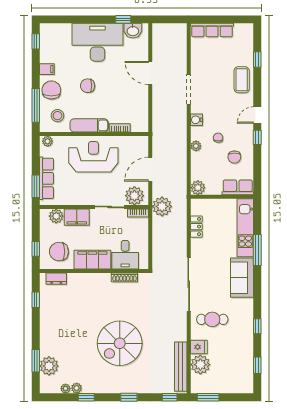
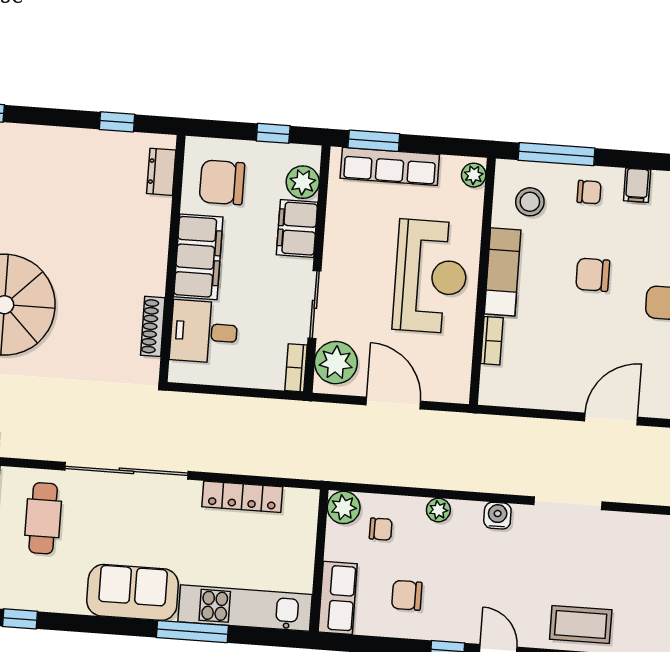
chair: (88, 86) -> (593, 275), turned -90
chair: (51, 90) -> (589, 192), width x0.54, depth x0.54
chair: (218, 138) -> (381, 529), moved
plant: (162, 206) -> (307, 423), removed
locker: (196, 227) -> (242, 497), width x1.53
window: (36, 249) -> (273, 133), moved
chair: (59, 252) -> (222, 182), turned -90

